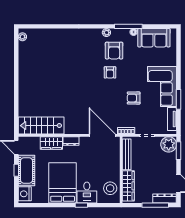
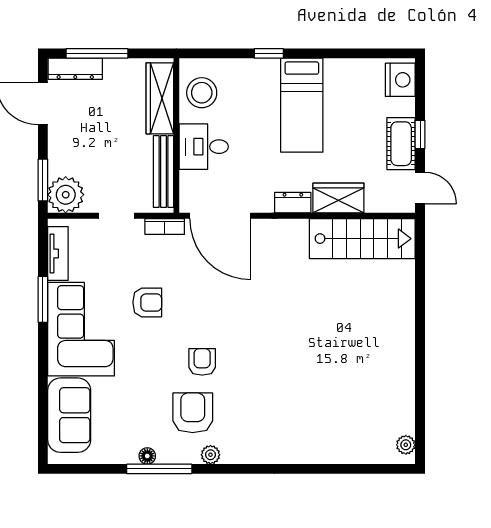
sofa: (154, 38) -> (69, 415), moved, turned 90
cot: (26, 170) -> (401, 144), width x0.73, depth x0.75
bed: (63, 183) -> (302, 105), width x0.67
desk: (87, 193) -> (204, 147), moved, turned -90

